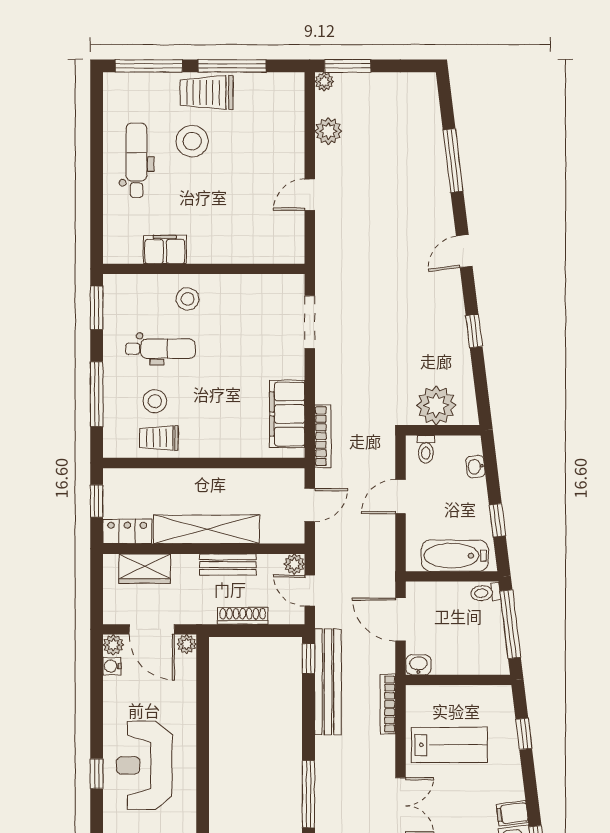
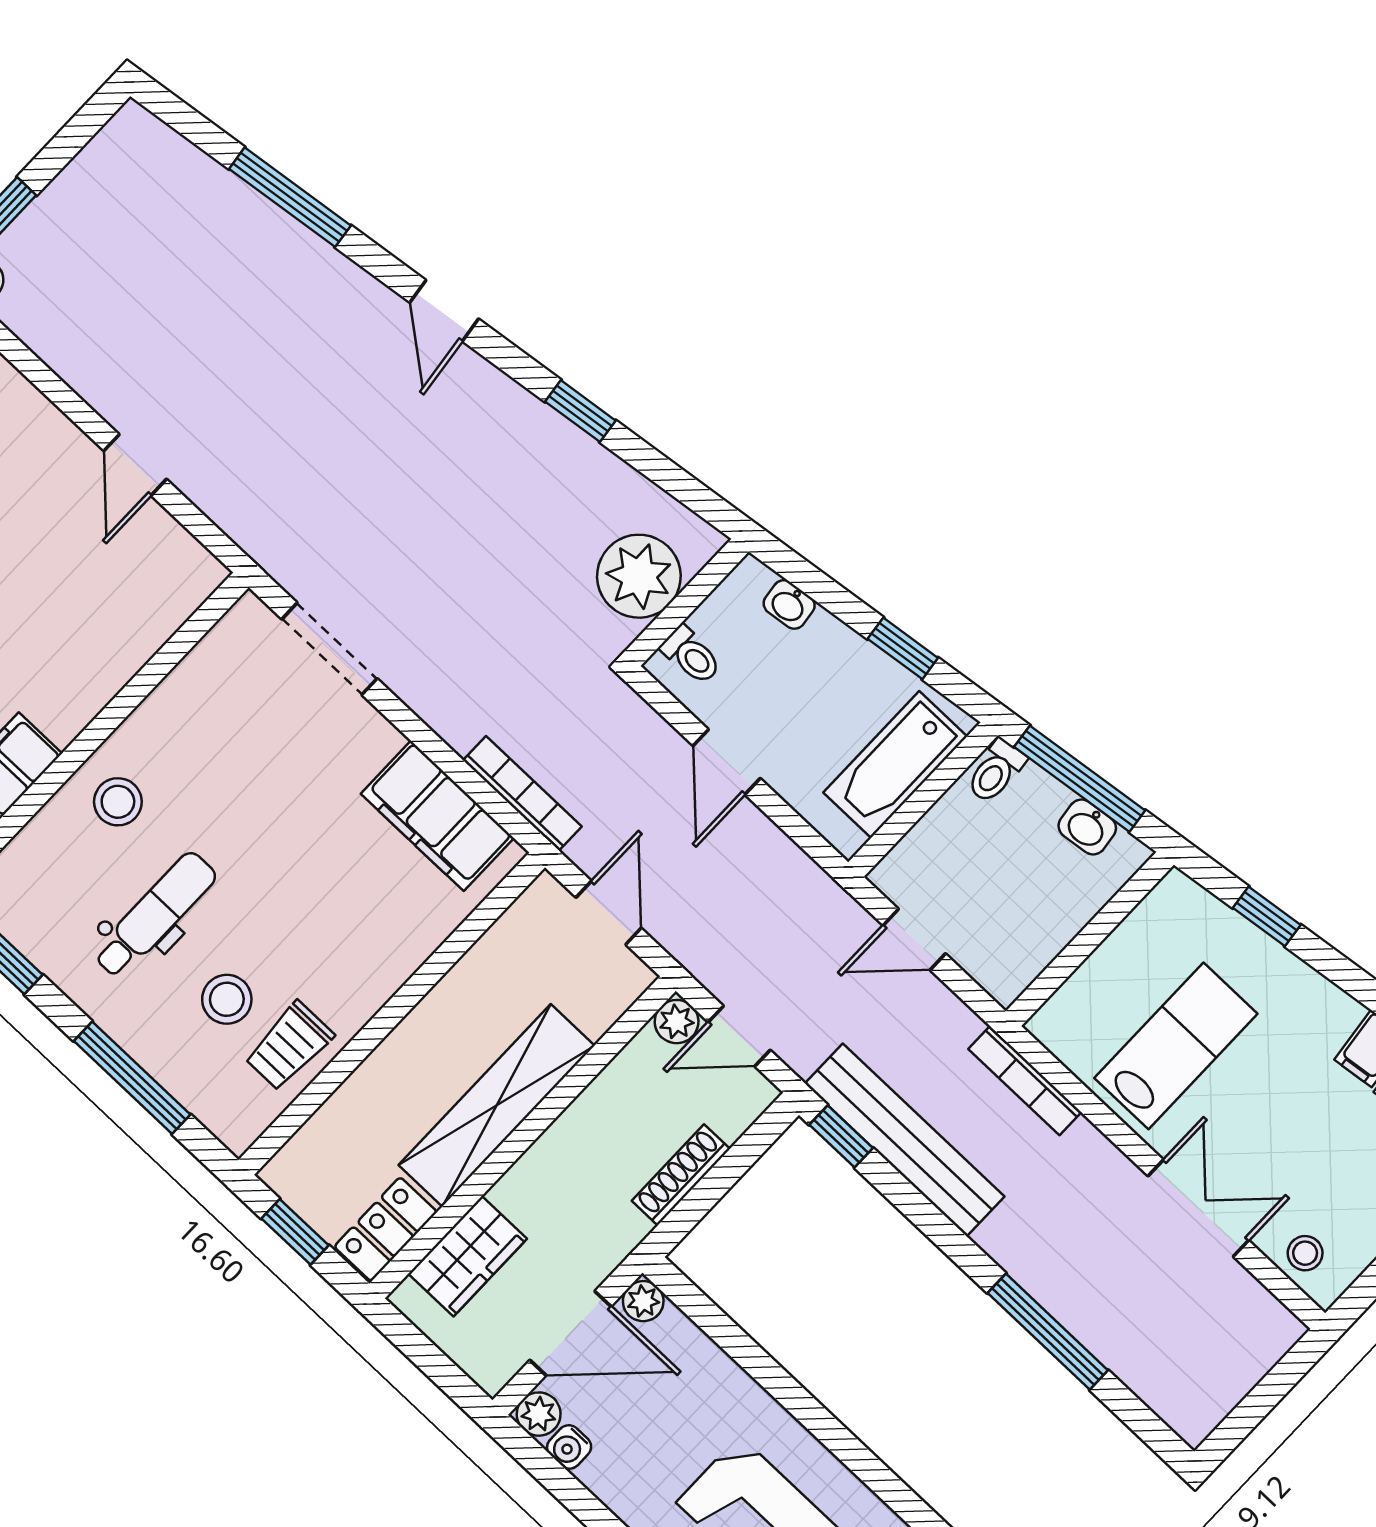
plant: (328, 131) -> (65, 345), removed
bench: (228, 565) -> (581, 1123), removed
door: (400, 620) -> (914, 939), width x0.73
washbasin: (418, 665) -> (1087, 827), moved, turned -97

